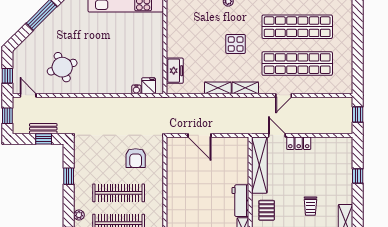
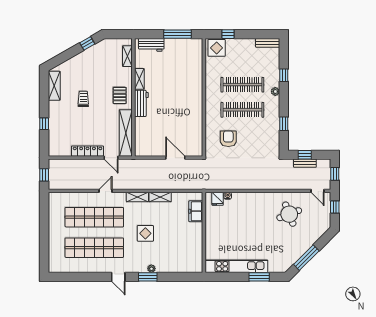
locker: (299, 143) -> (88, 151), width x1.53

